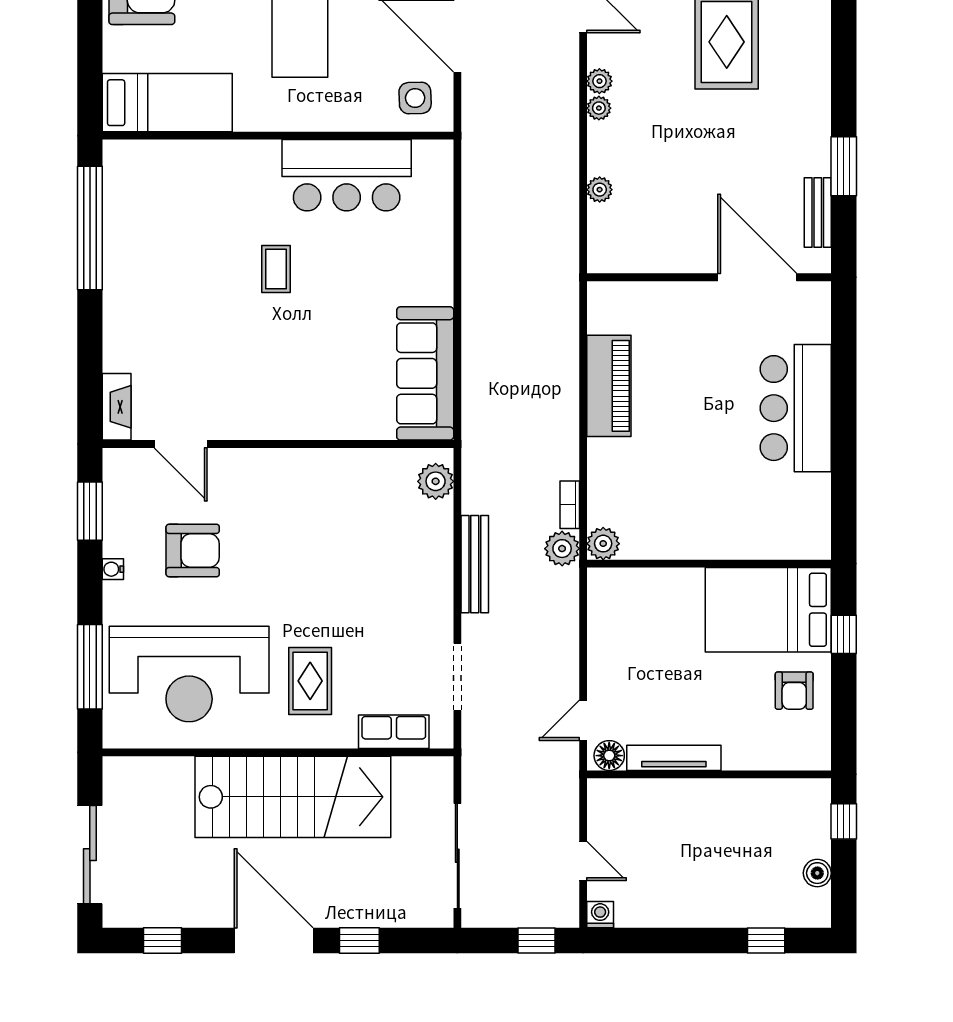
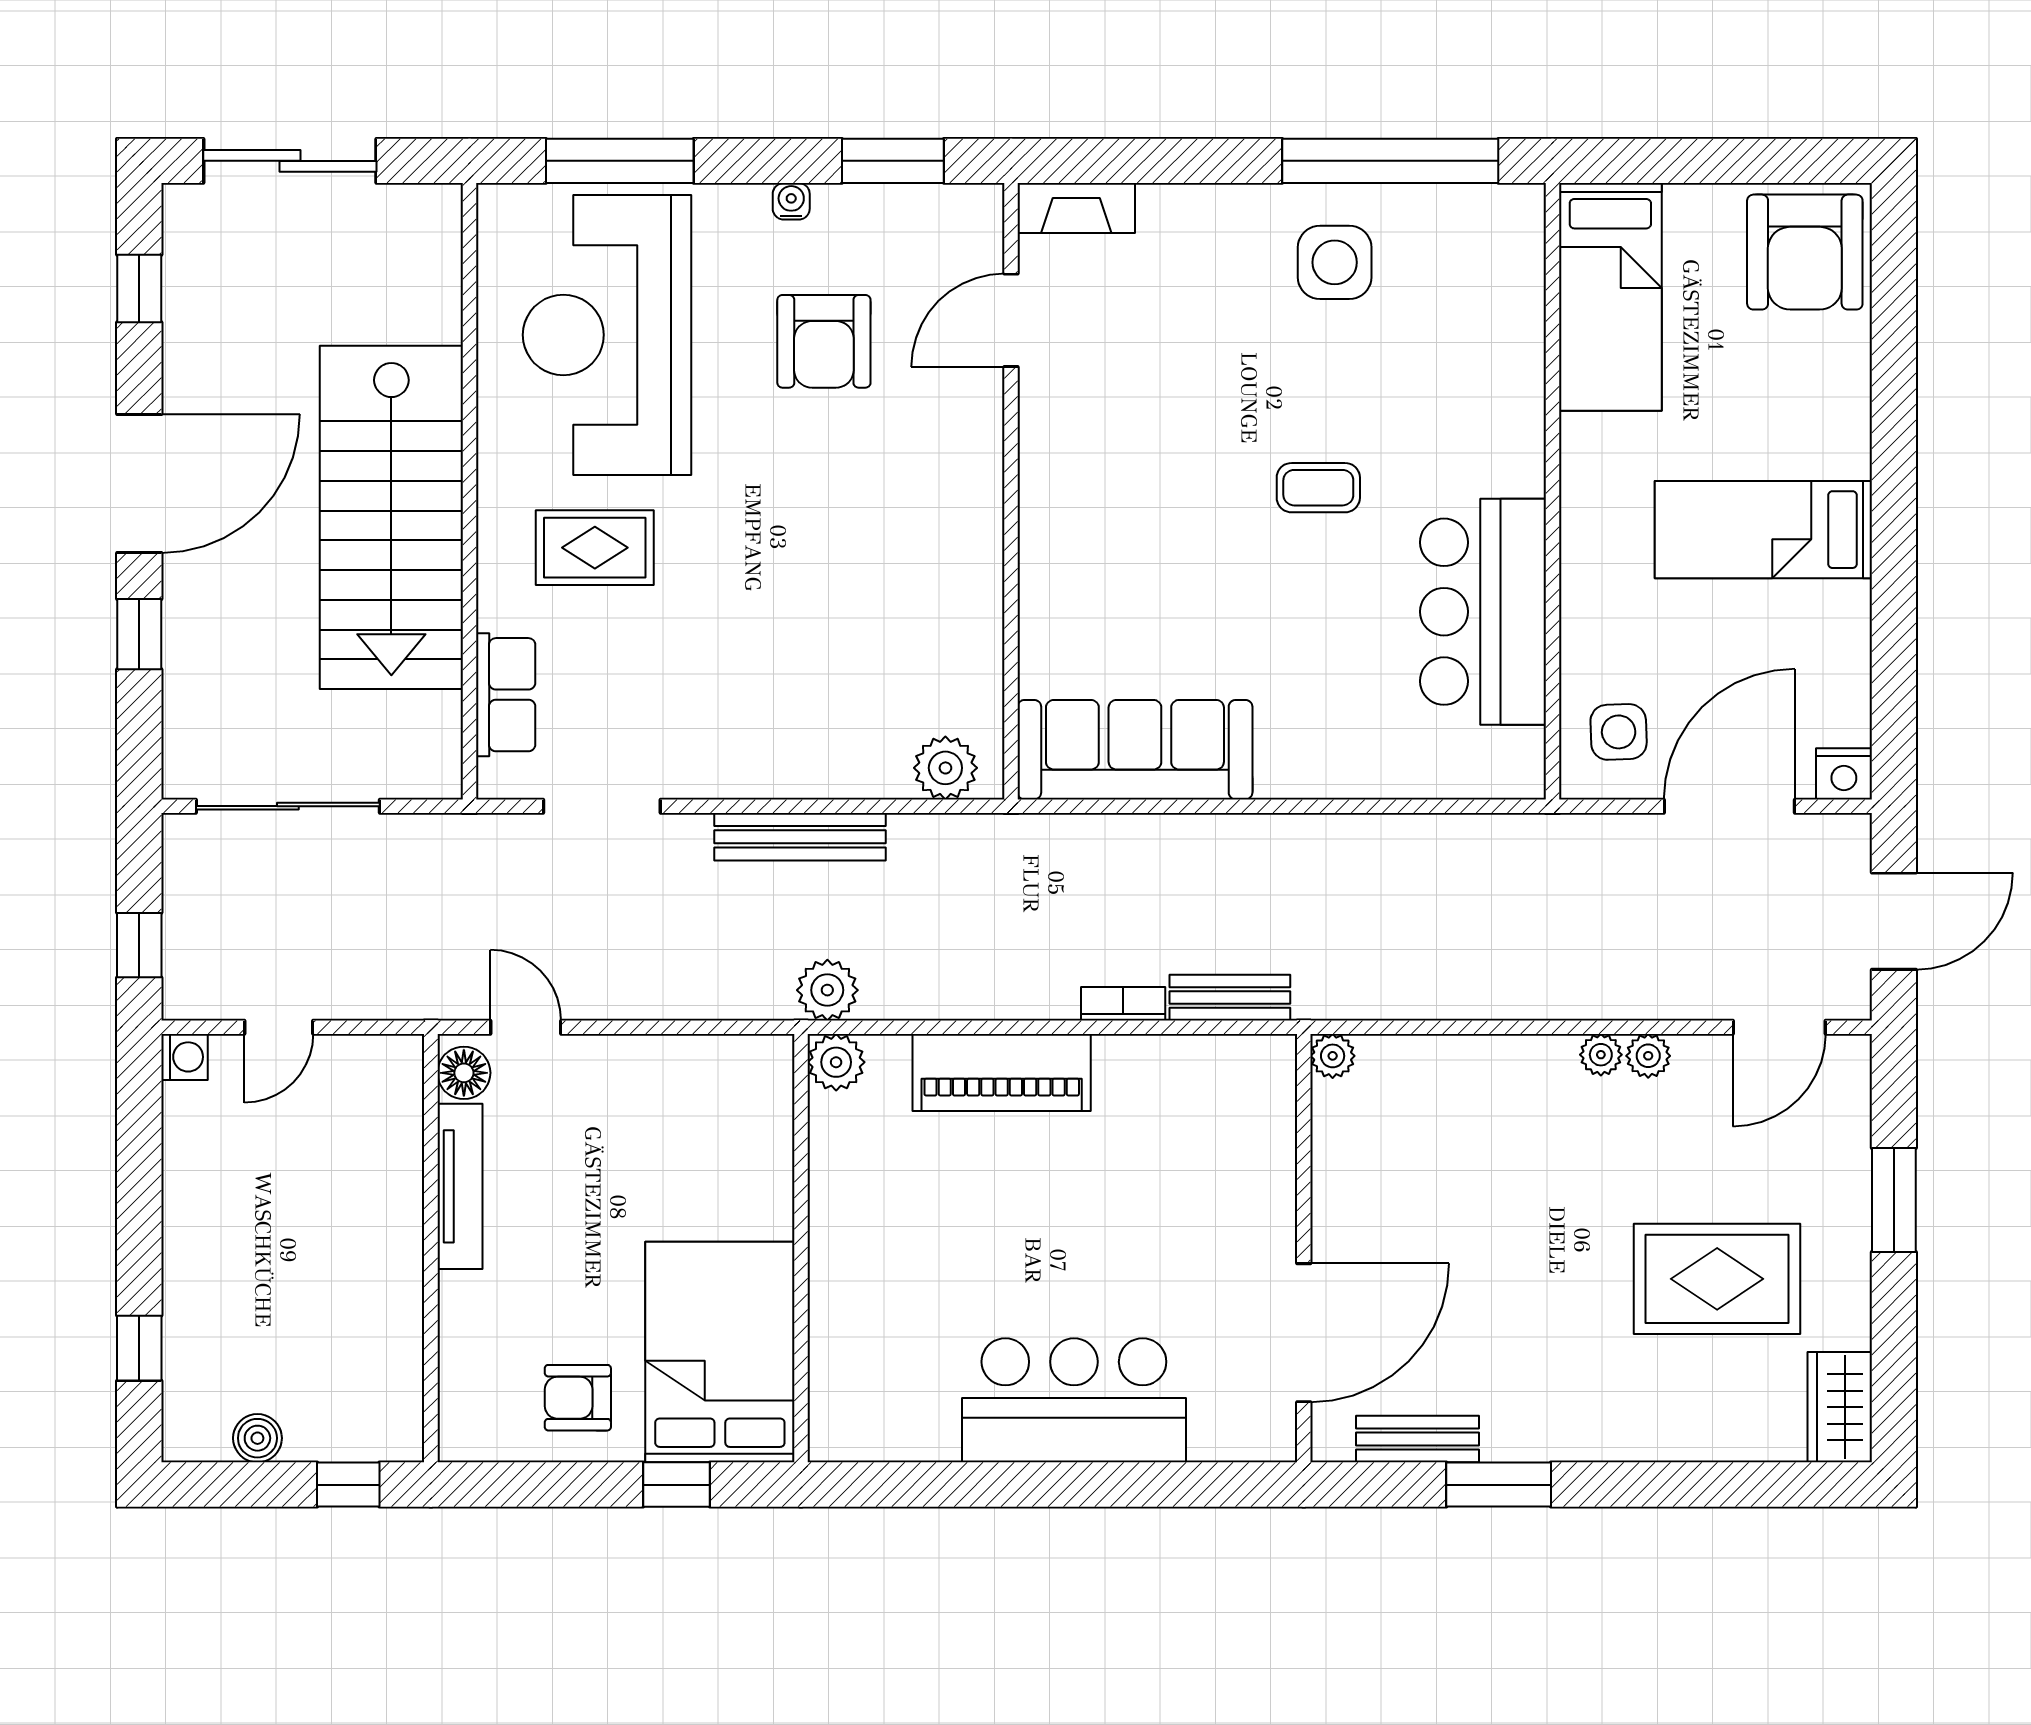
plant: (600, 190) -> (1333, 1056), moved
side table: (148, 260) -> (1335, 262), added
bench: (566, 319) -> (1230, 998), added
piano: (609, 386) -> (1002, 1072), moved
bookcase: (570, 505) -> (1123, 1004), moved

